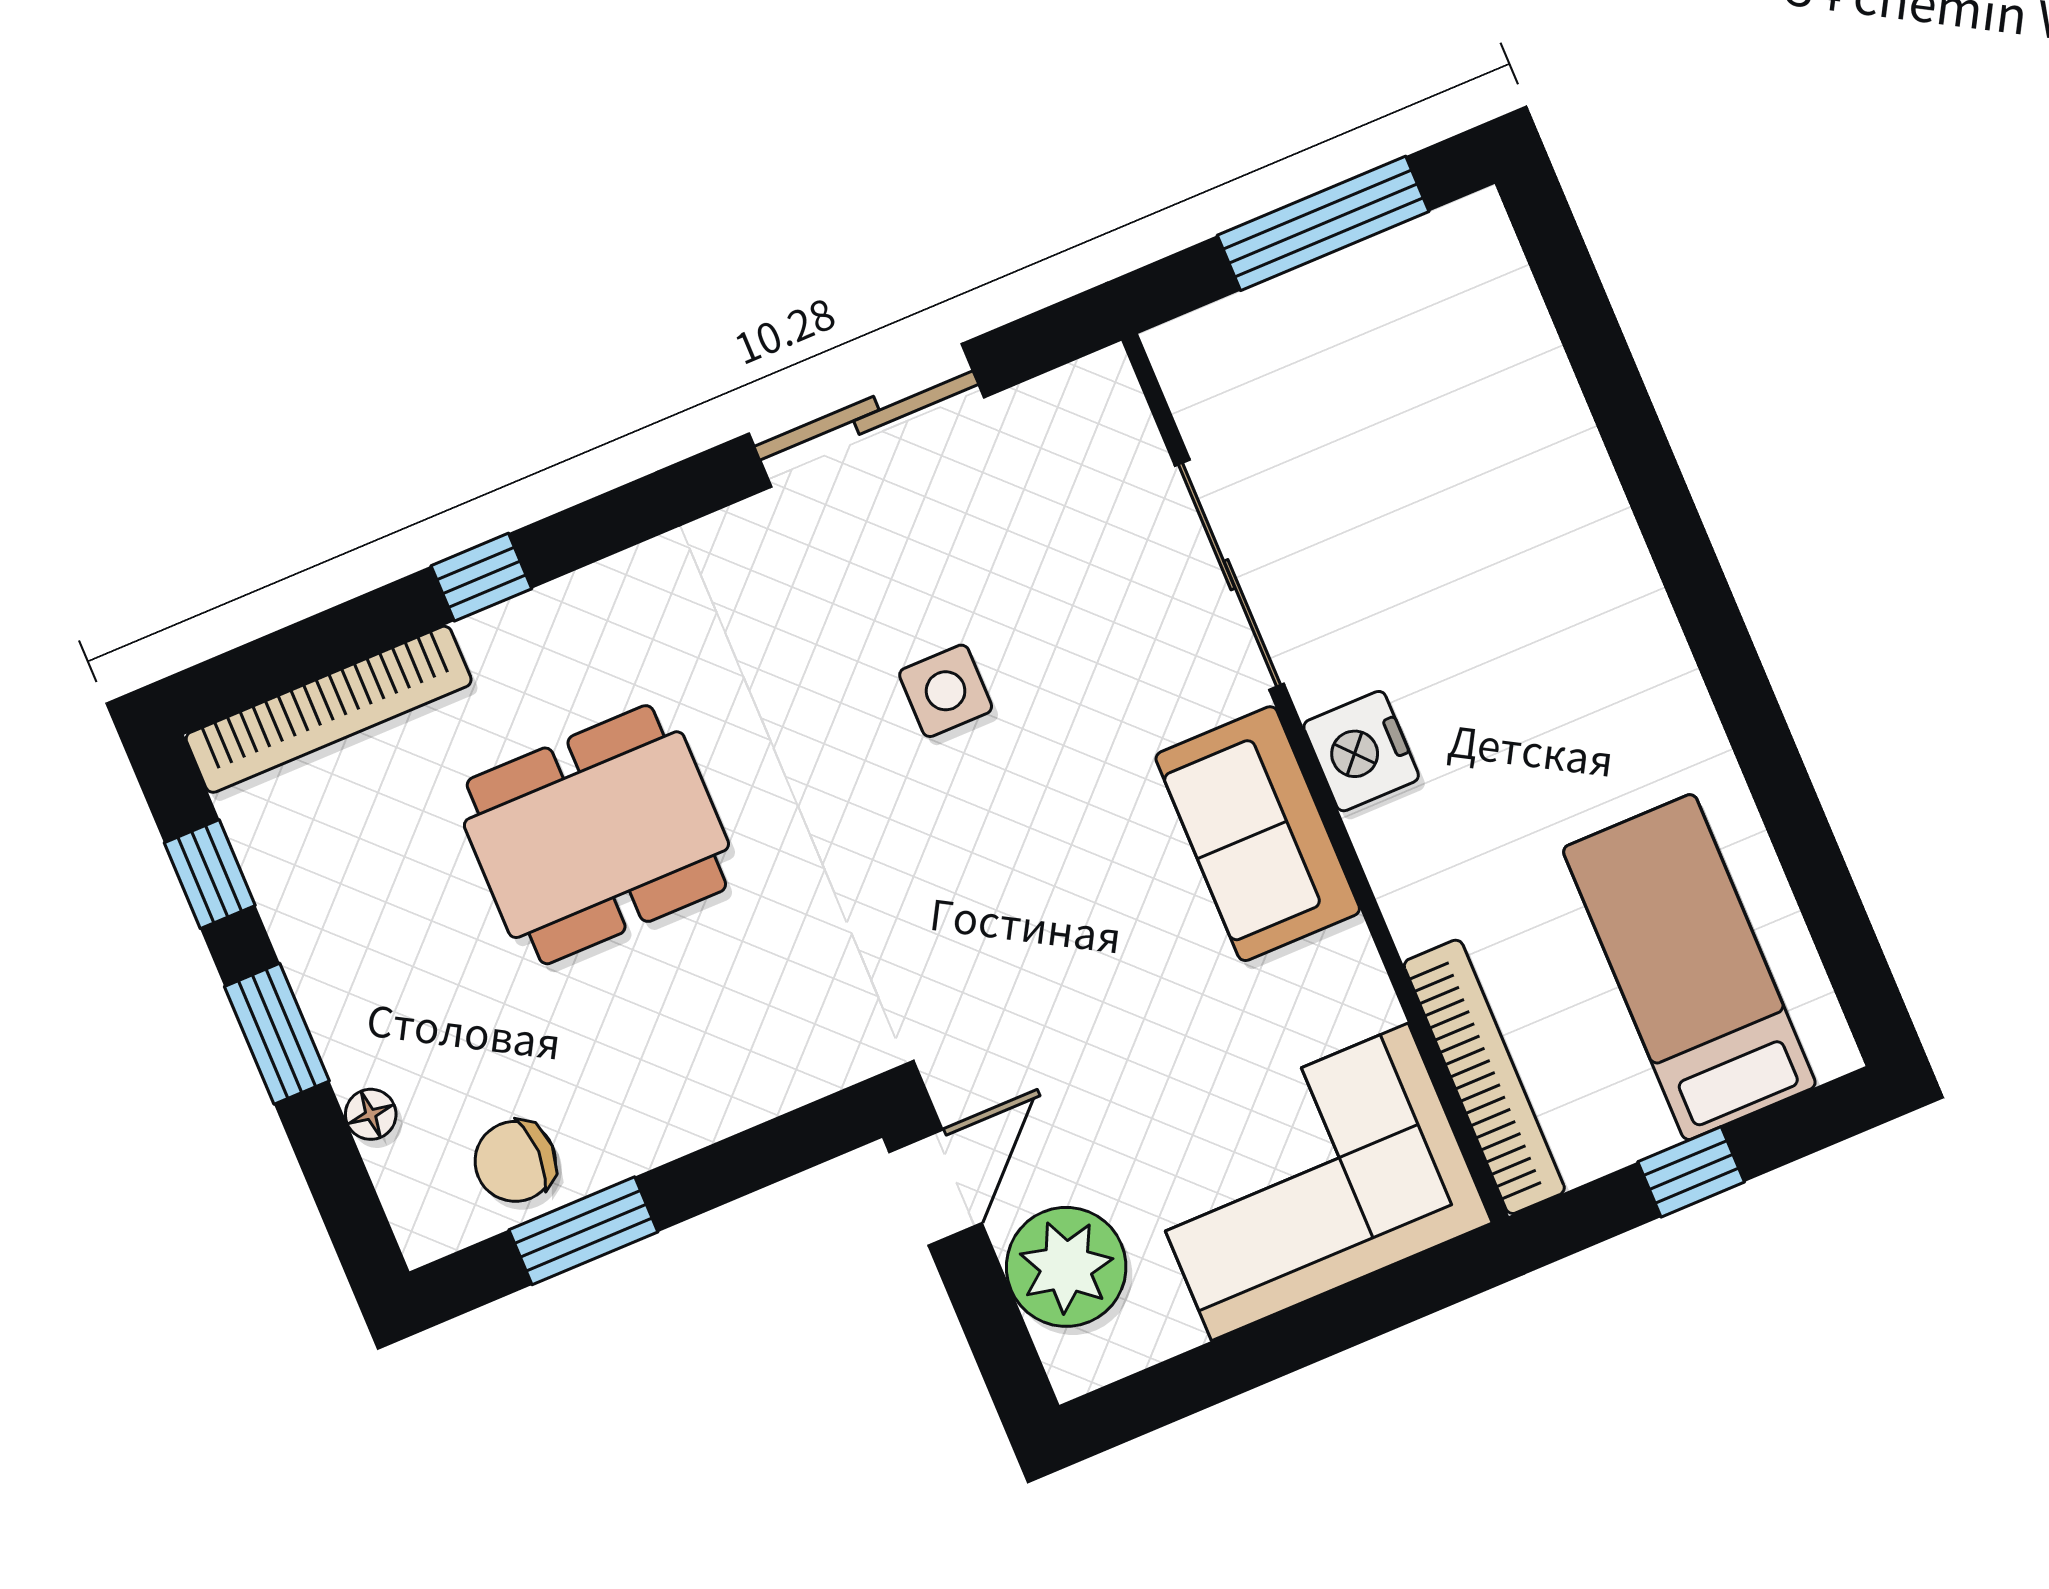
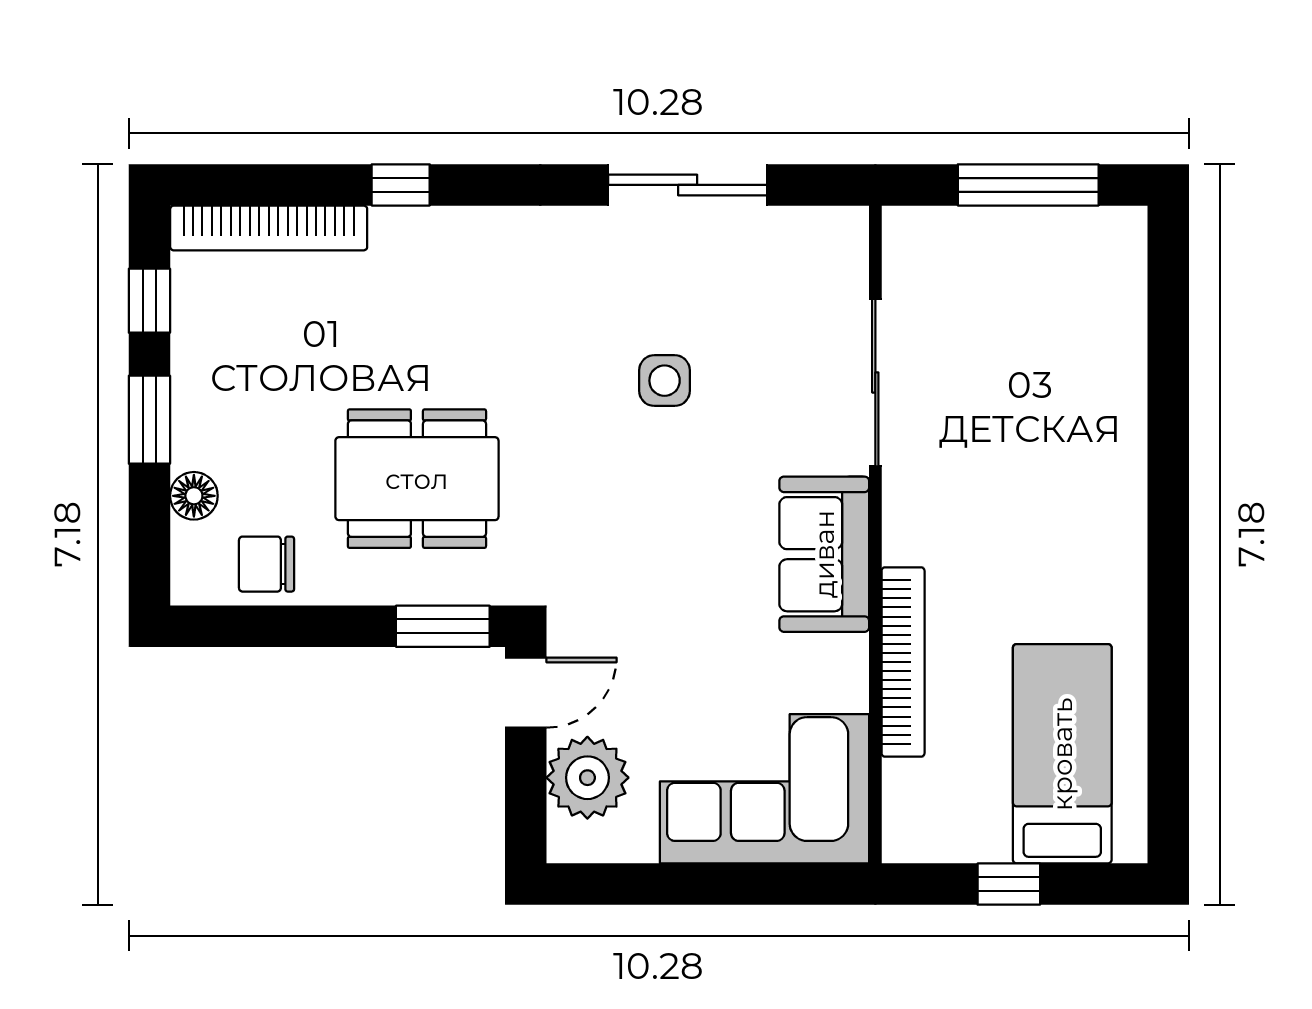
nightstand: (1361, 751) -> (912, 529), removed
dining table: (596, 835) -> (417, 479), moved
bookcase: (1484, 1077) -> (903, 662), moved
floor lamp: (371, 1114) -> (194, 496), width x1.37, depth x1.37
window: (583, 1231) -> (443, 626), moved

